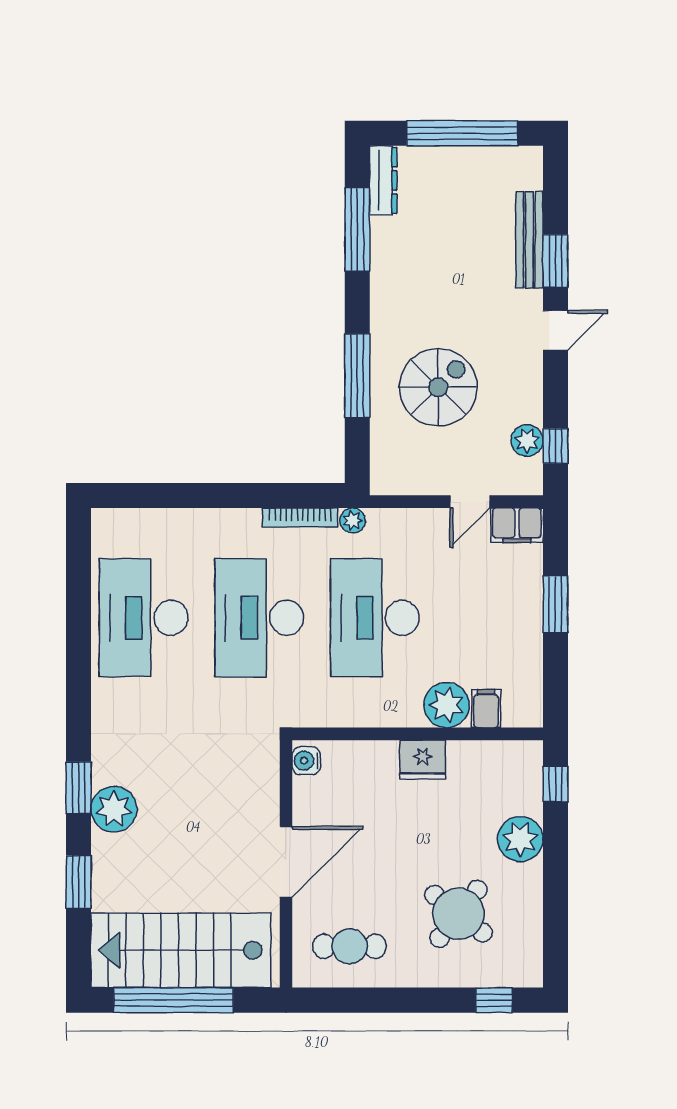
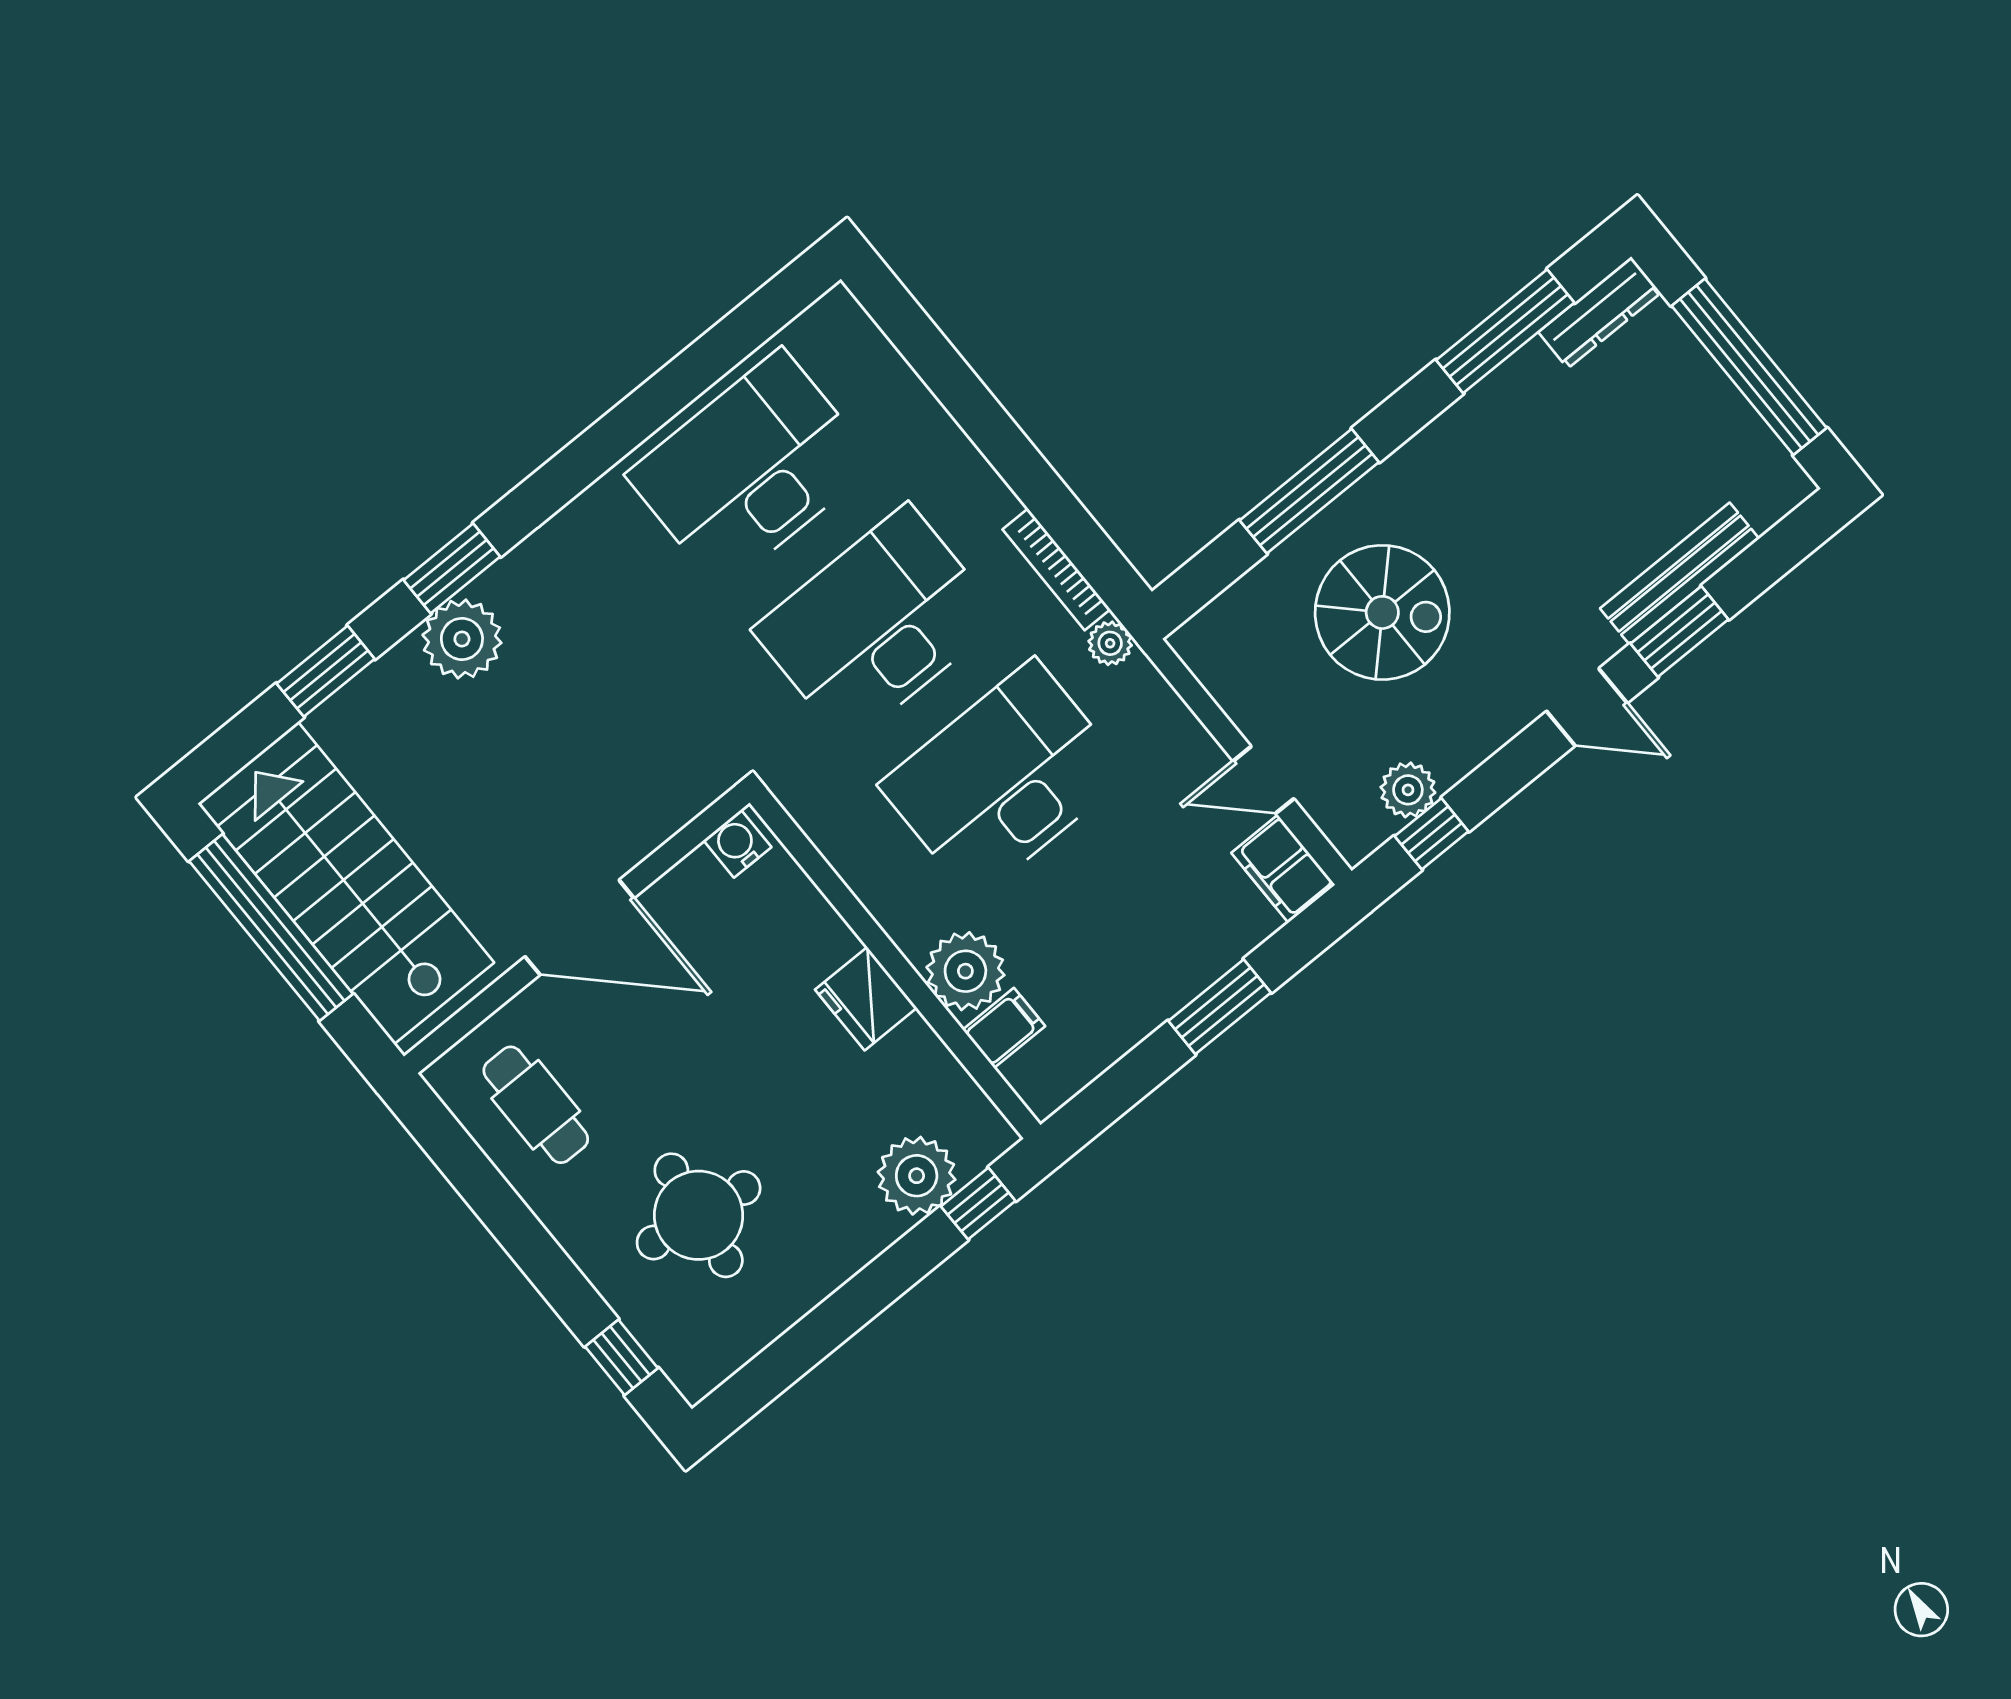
plant: (520, 839) -> (917, 1176), moved
round table: (459, 914) -> (699, 1215), turned -30

